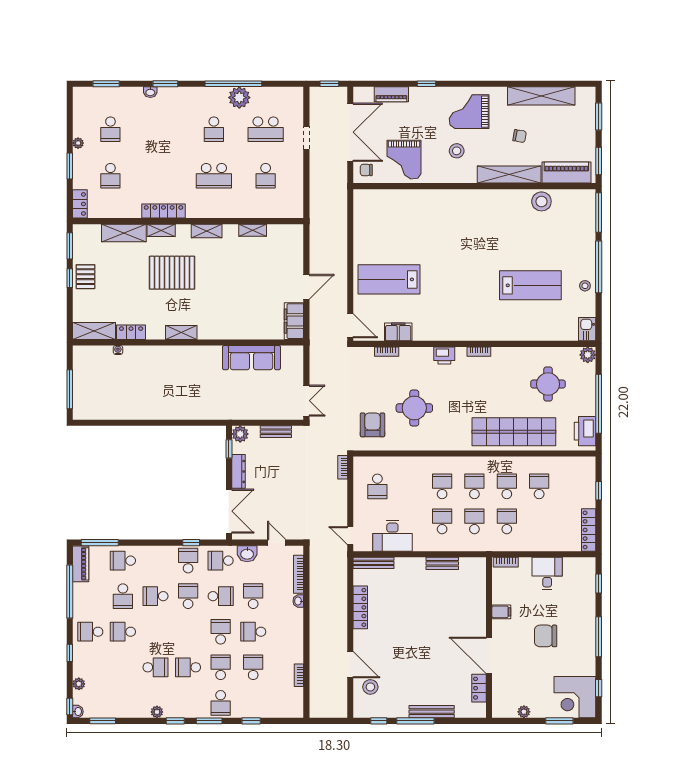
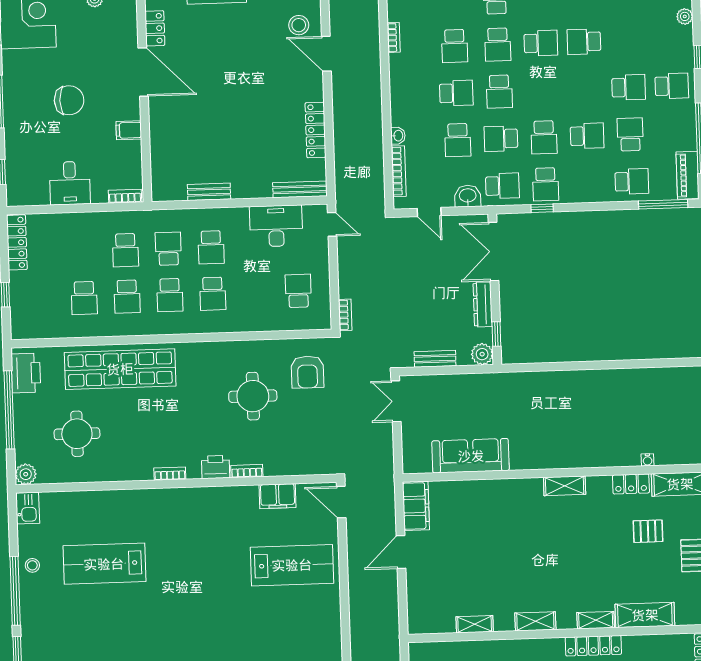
pallet: (172, 273) -> (648, 531), moved, width x0.49, depth x0.50
bookcase: (387, 352) -> (247, 471), moved
school desk: (474, 521) -> (168, 249), turned 180

